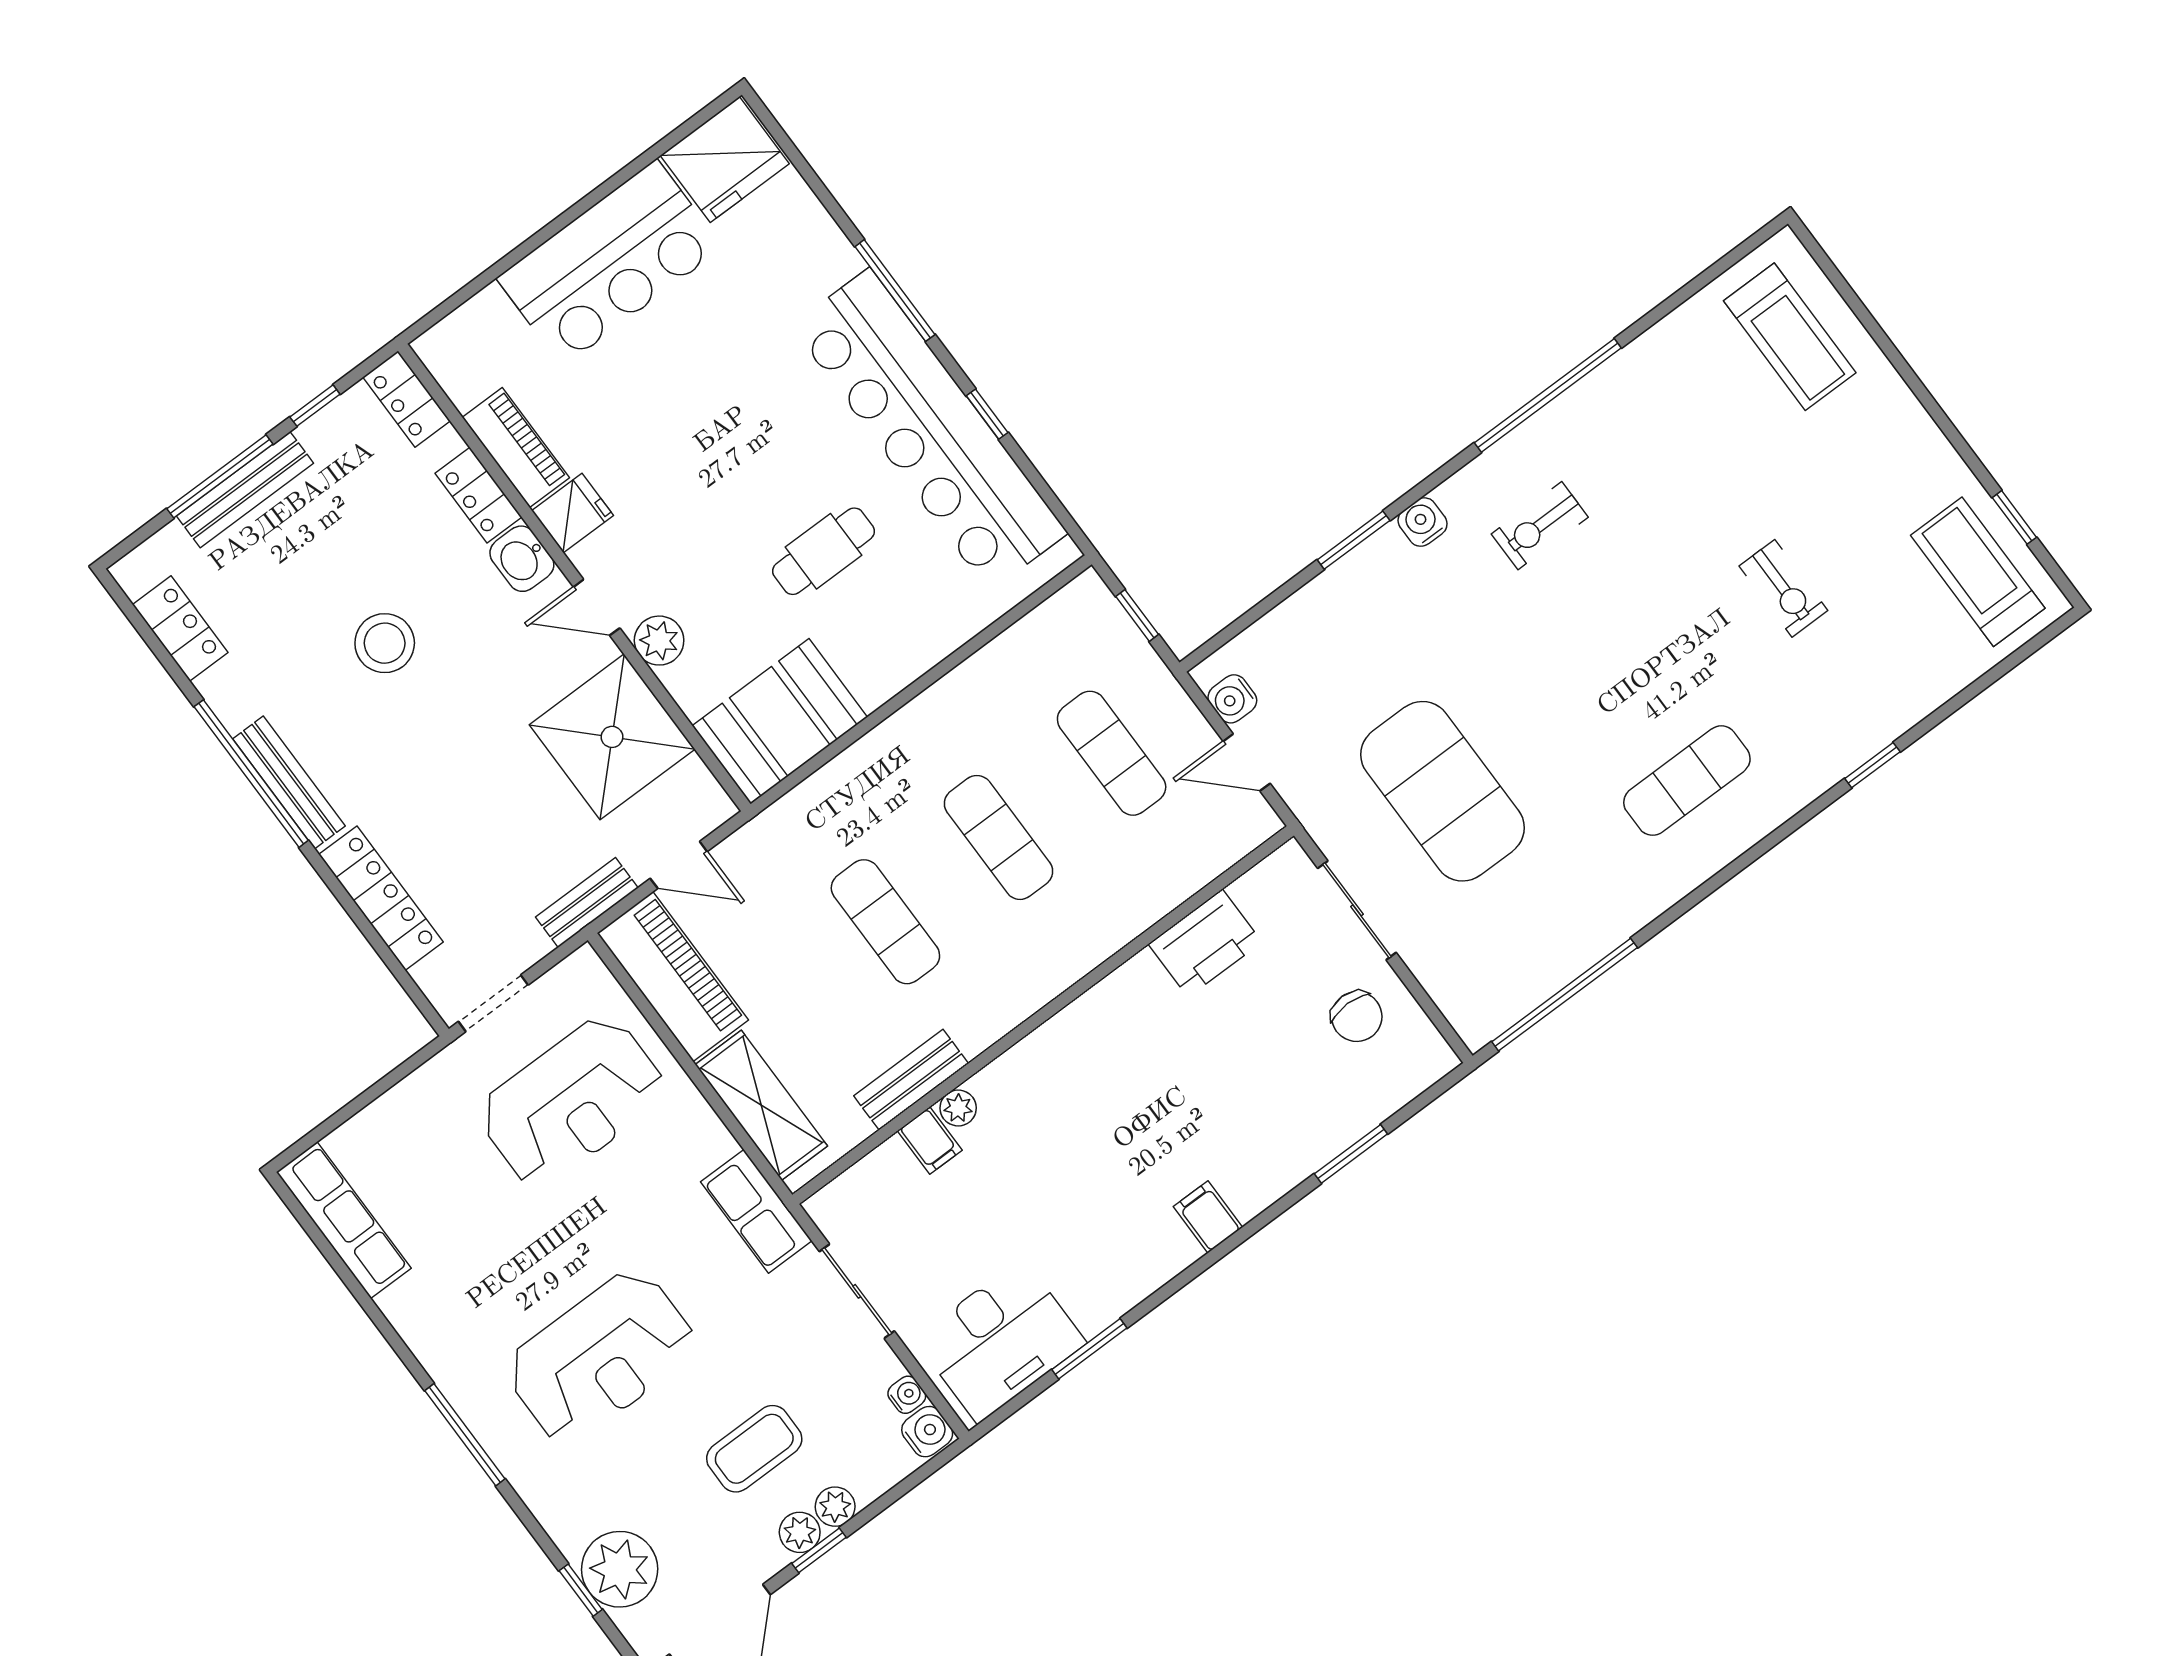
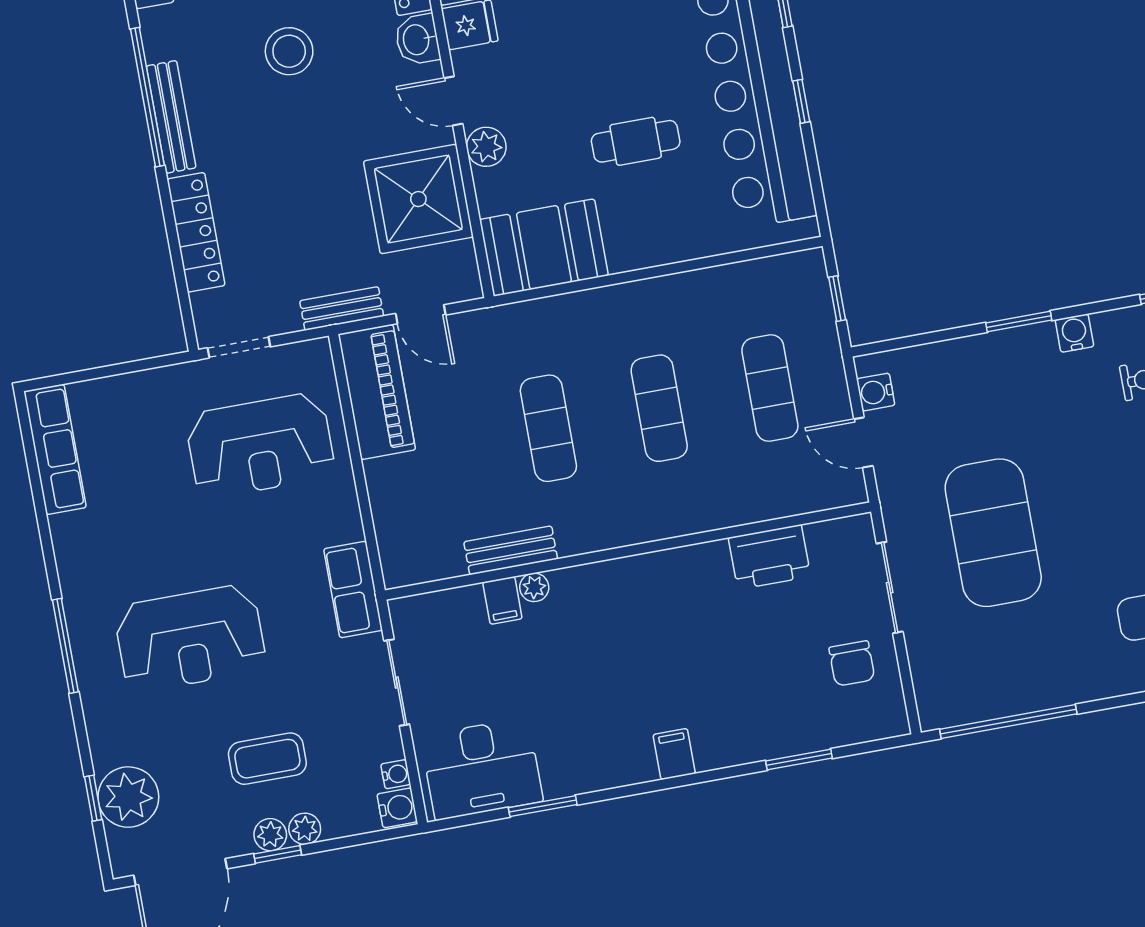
shelving: (761, 1105) -> (394, 516), removed

